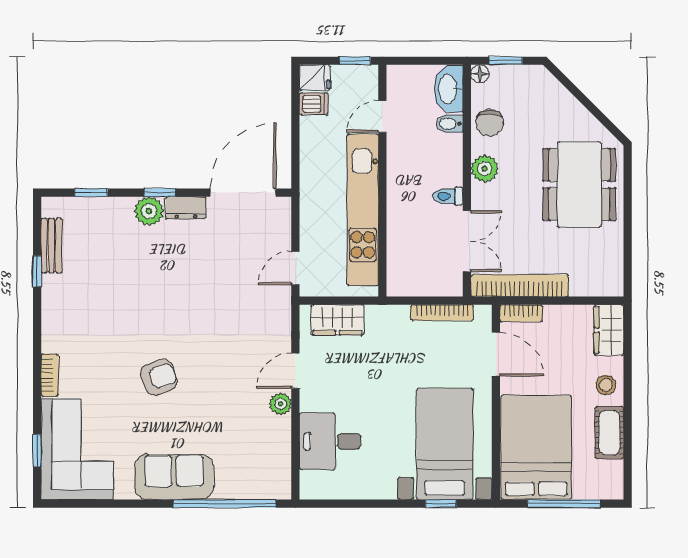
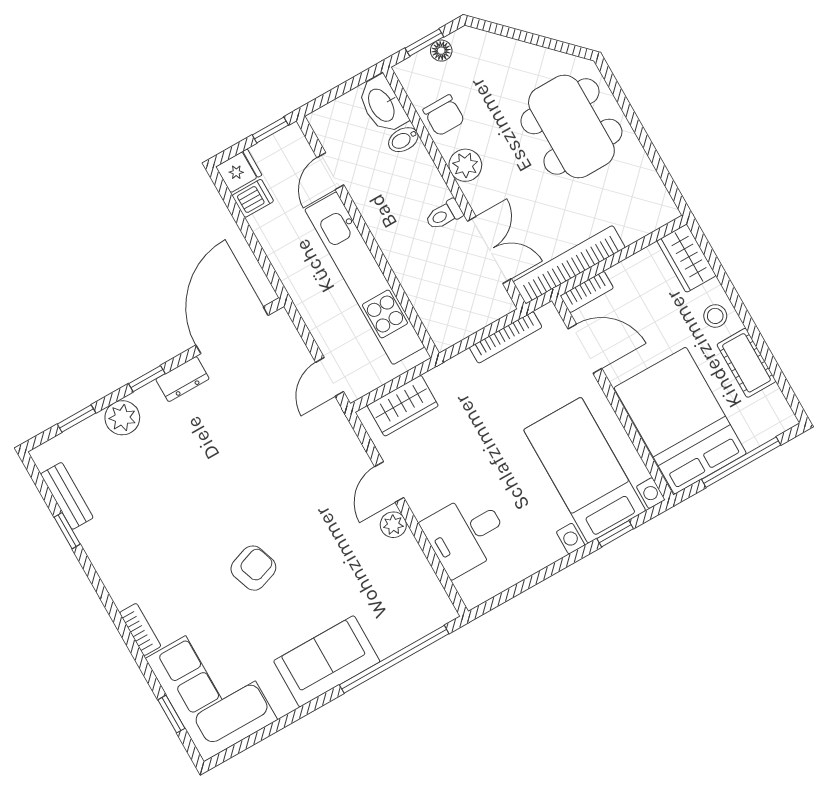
floor lamp: (480, 74) -> (441, 51), moved
plant: (149, 211) -> (122, 418), moved

